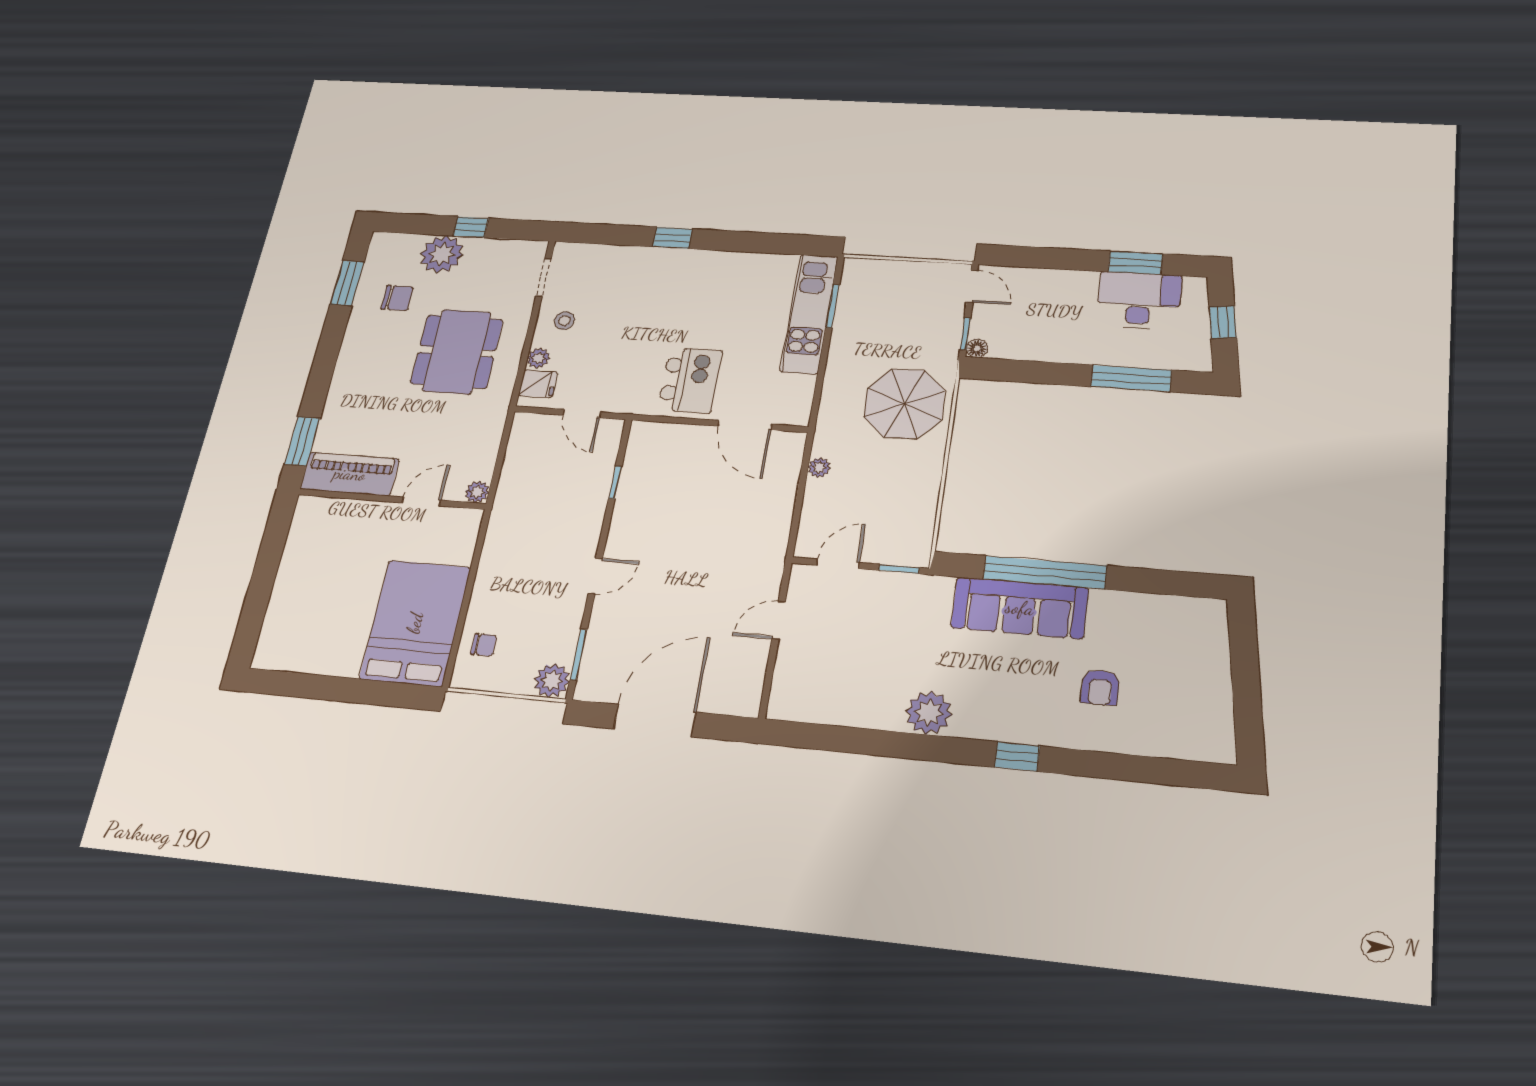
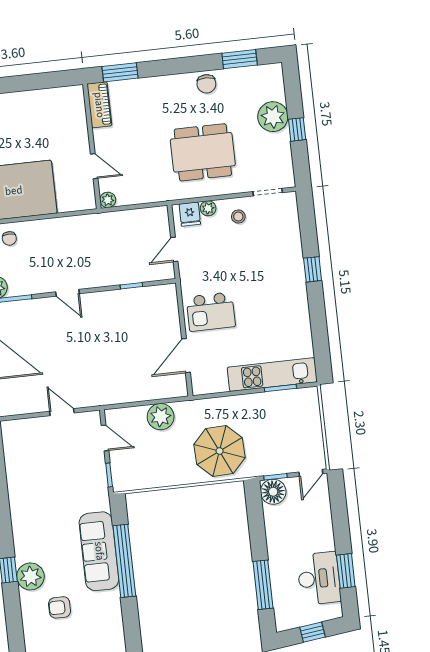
chair: (397, 298) -> (206, 84), moved
floor lamp: (977, 348) -> (273, 492), width x1.89, depth x1.89
plant: (819, 467) -> (161, 417), width x1.88, depth x1.88
piano: (350, 474) -> (99, 105), width x0.73, depth x0.75
plant: (929, 713) -> (30, 576), moved

